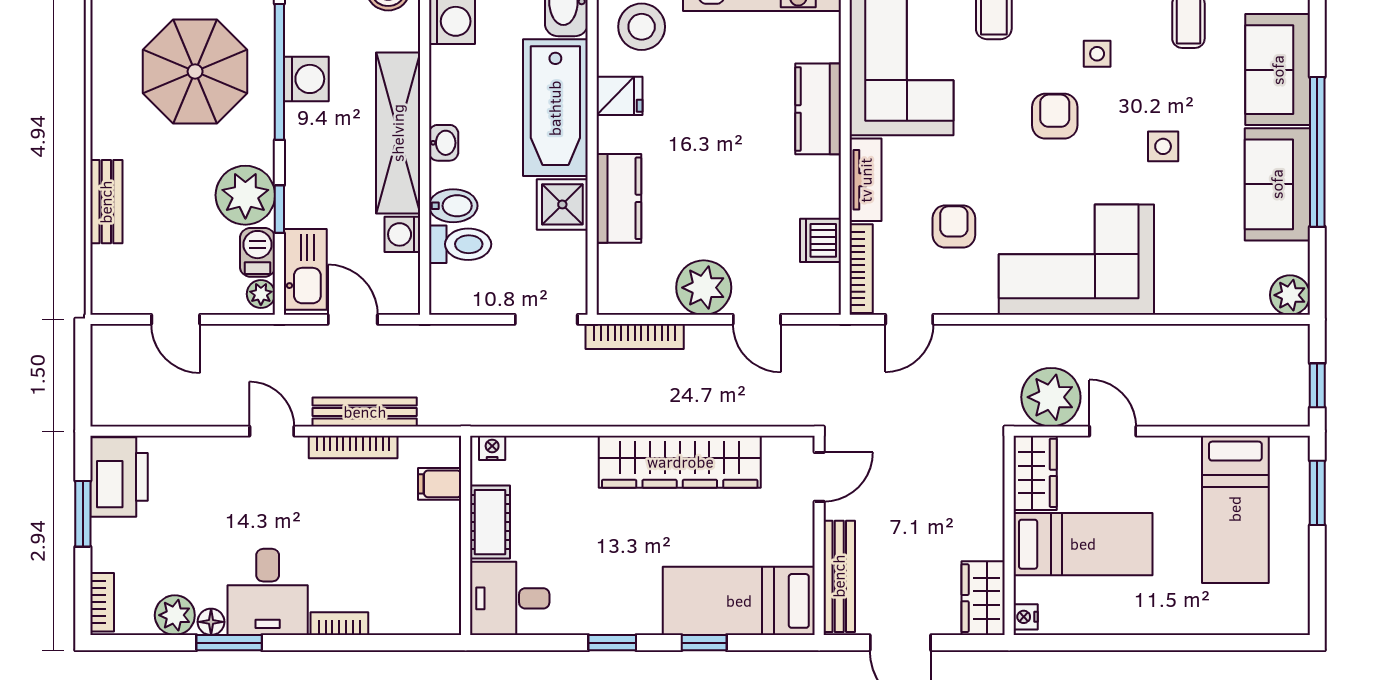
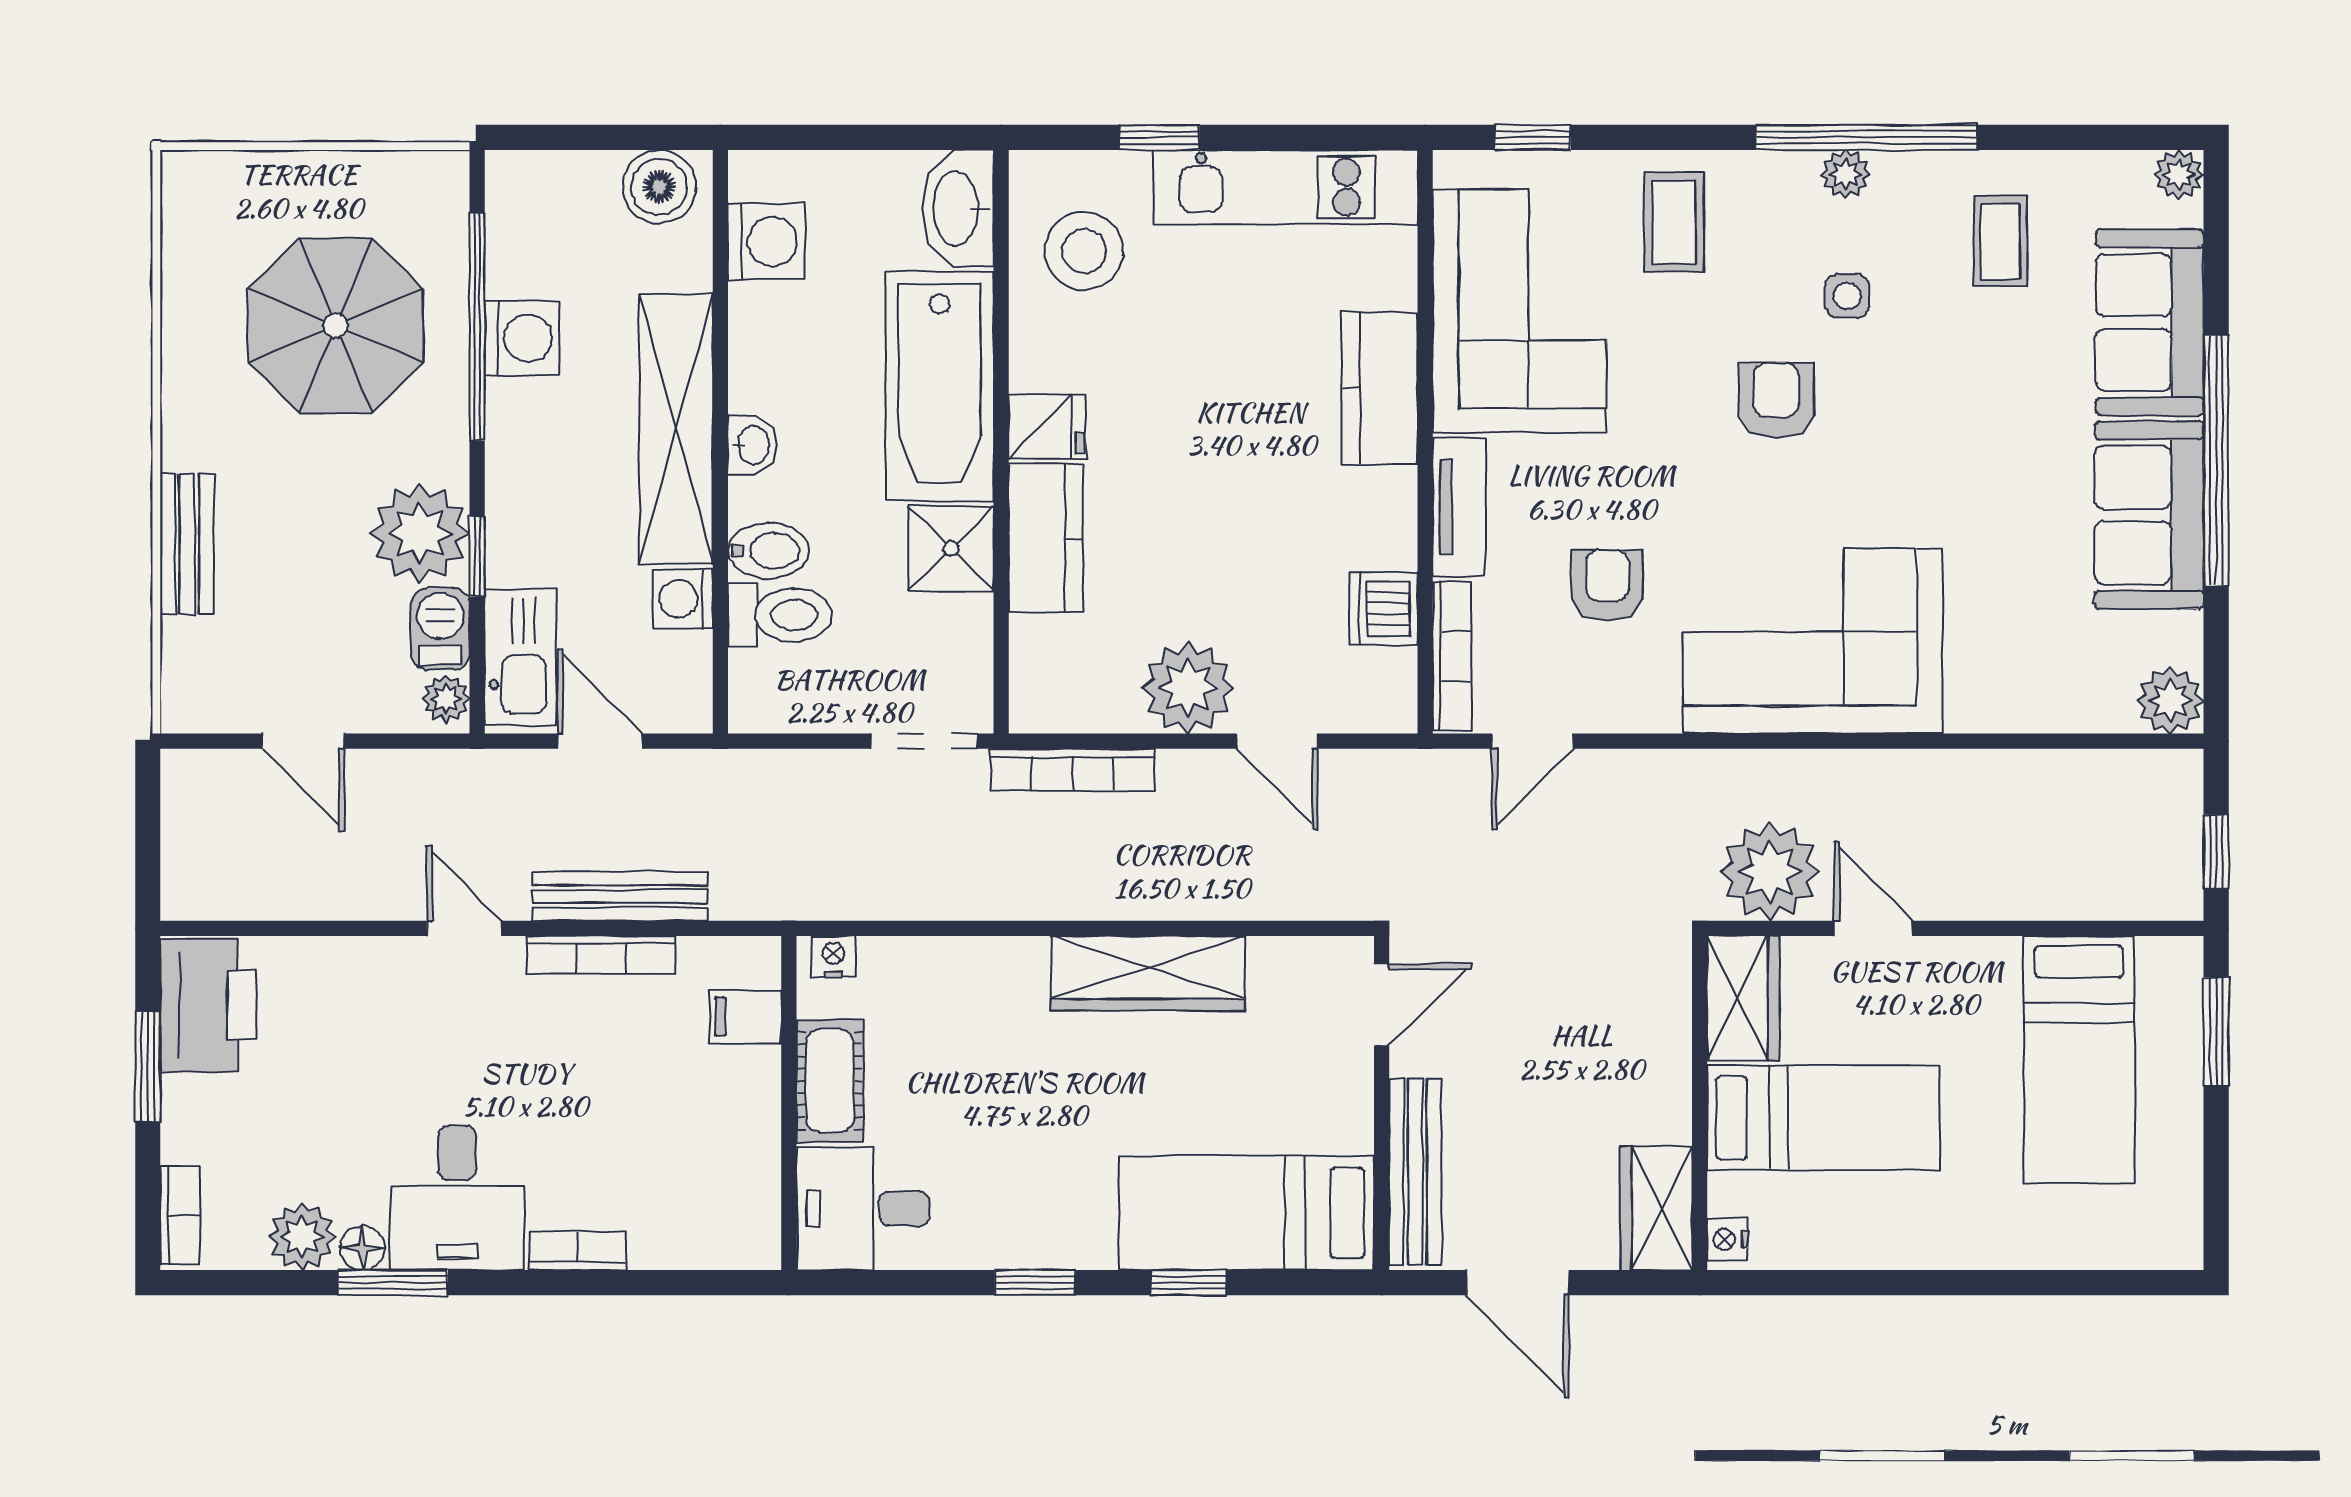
fridge: (619, 96) -> (1047, 427), moved
side table: (1163, 146) -> (1958, 451), removed
wardrobe: (680, 462) -> (1148, 973), width x0.71, depth x0.85

